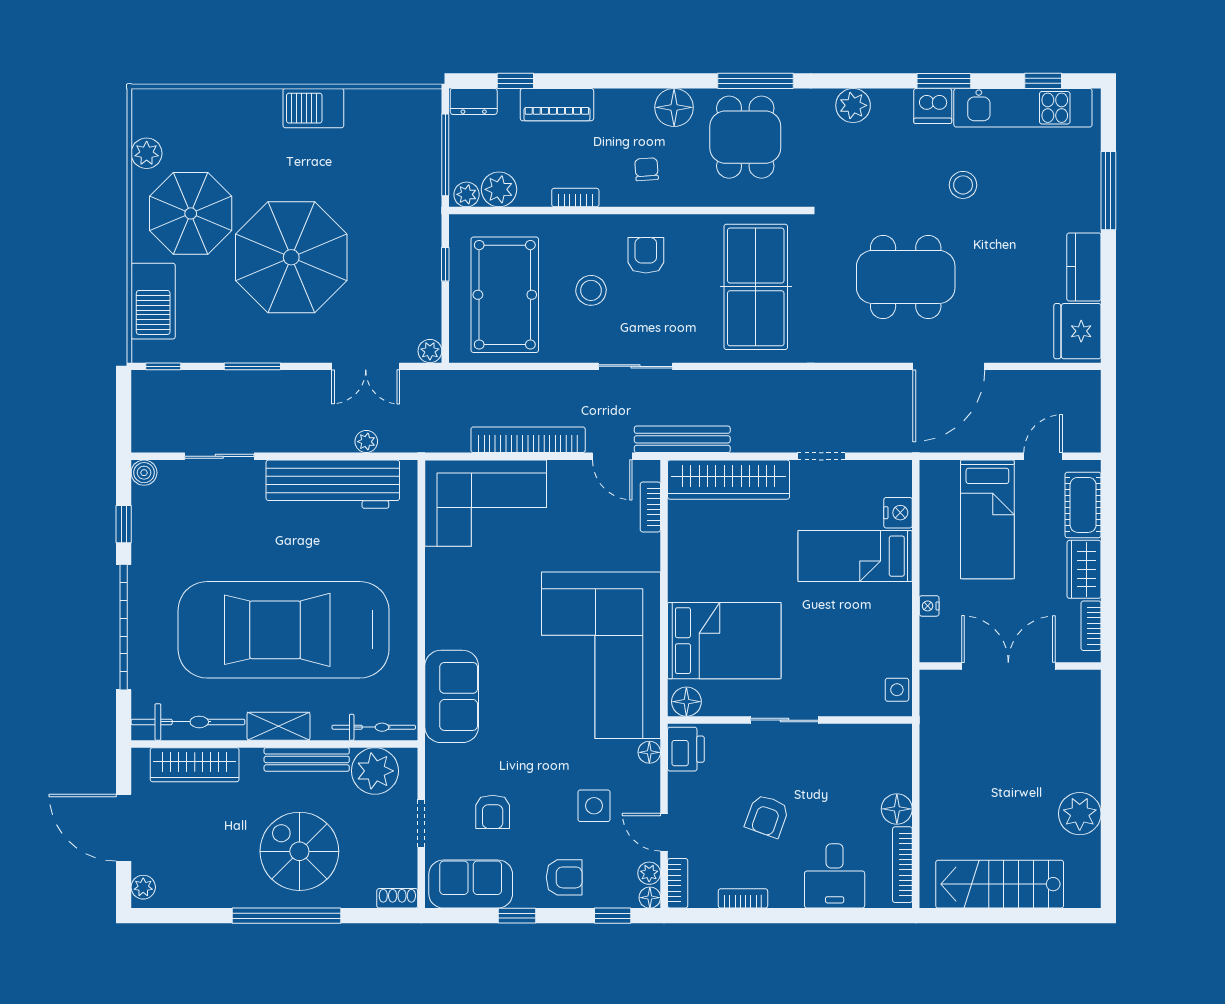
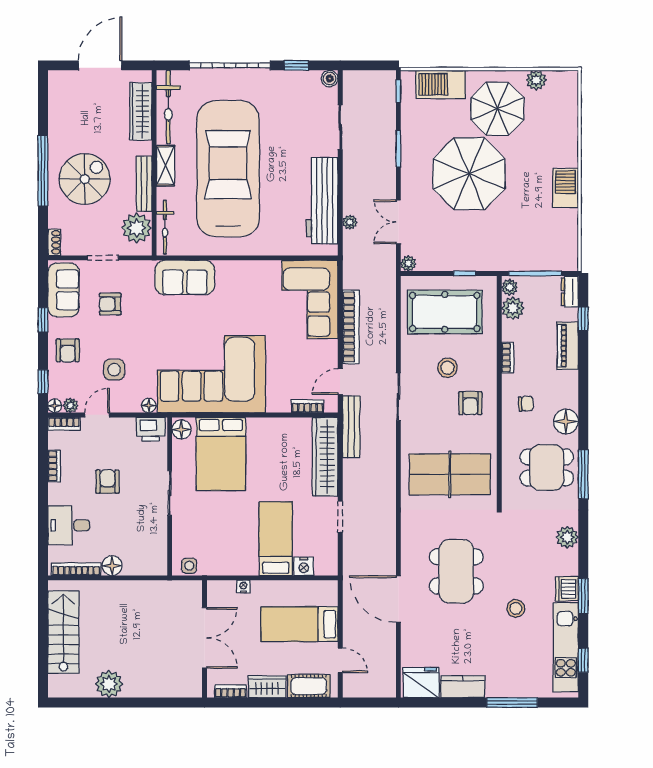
armchair: (646, 255) -> (470, 403), turned 90
armchair: (767, 816) -> (108, 482), turned 70
plant: (143, 887) -> (61, 78), removed

